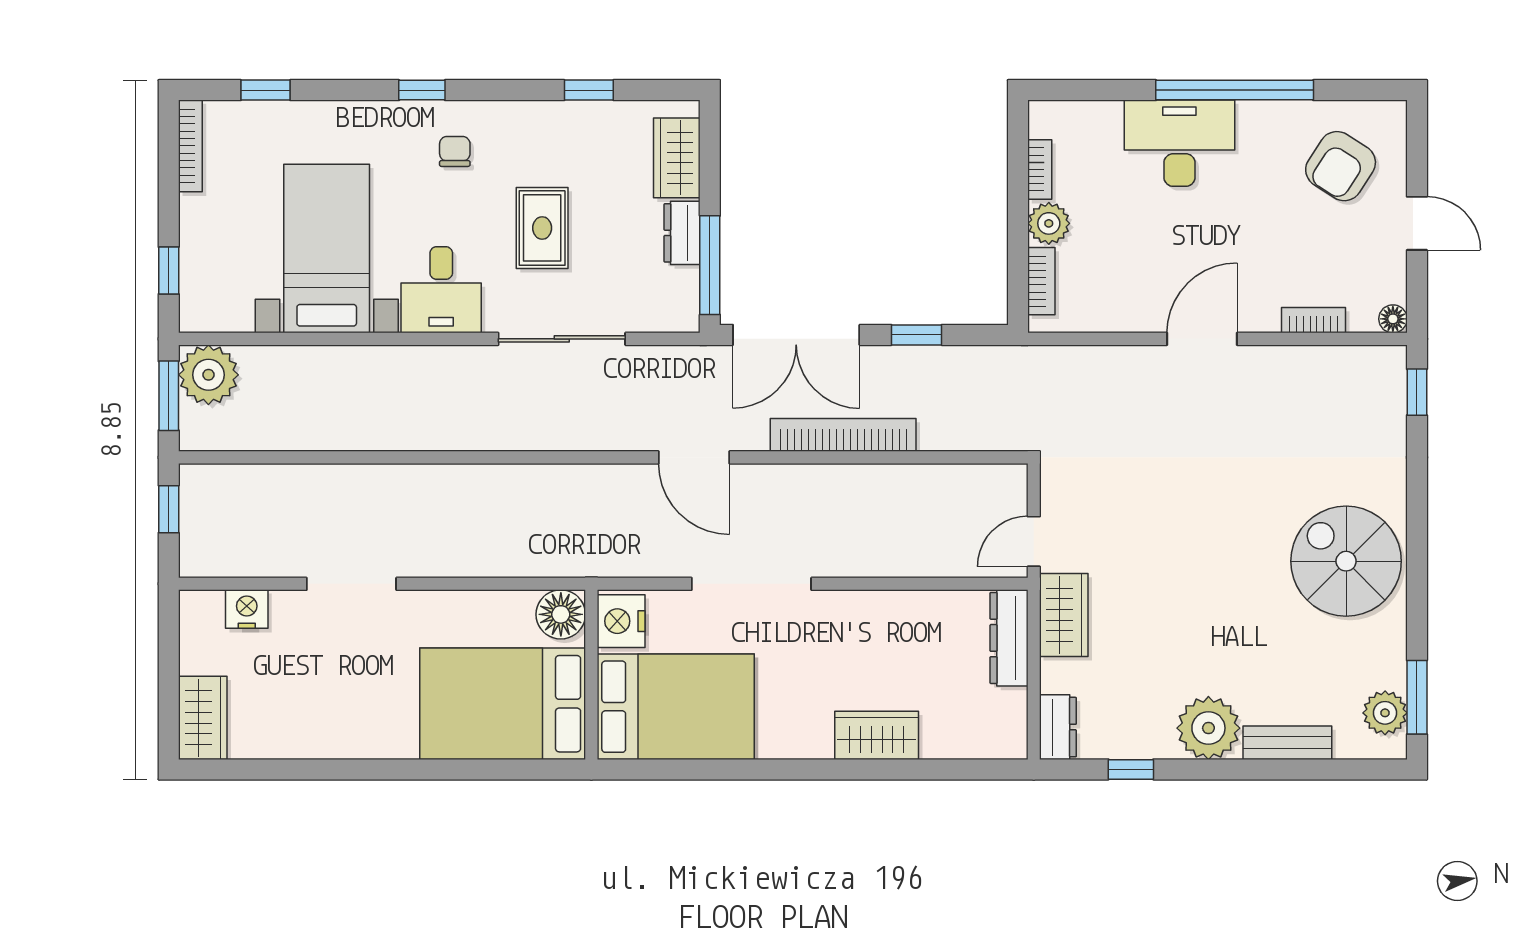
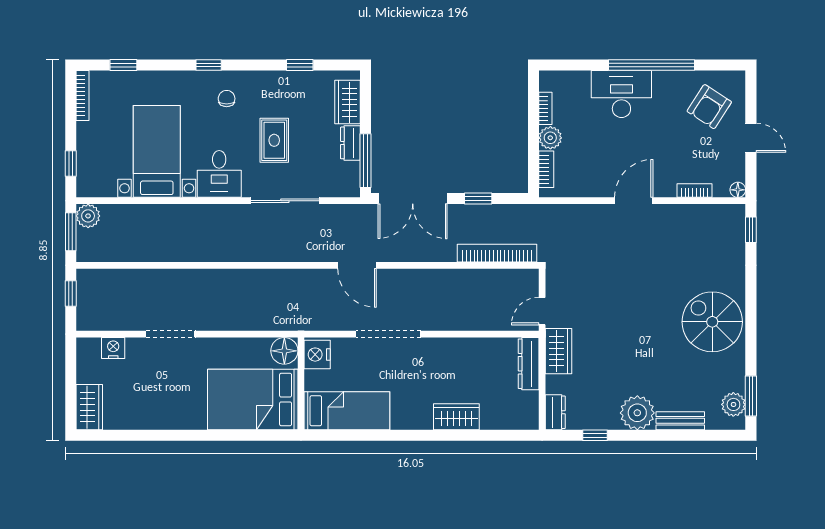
plant: (208, 375) -> (88, 216), width x0.73, depth x0.73
bookcase: (843, 435) -> (497, 253), moved
bed: (676, 707) -> (347, 411), width x0.67

